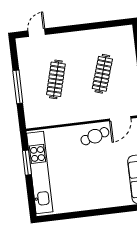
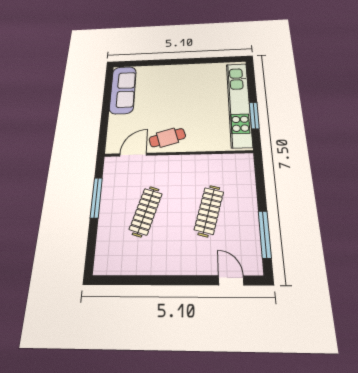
door: (37, 33) -> (231, 280), swing flipped
window: (18, 87) -> (265, 234), moved

